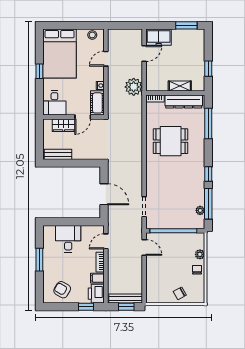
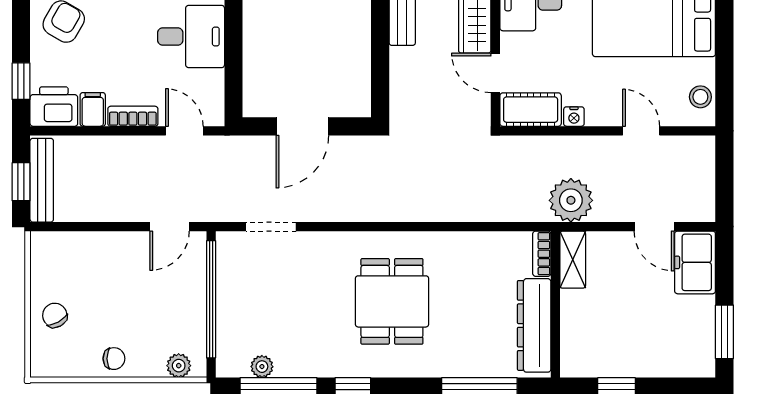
shelving: (180, 86) -> (573, 260), moved
dining table: (171, 141) -> (392, 301), moved
plant: (200, 254) -> (179, 366), moved

